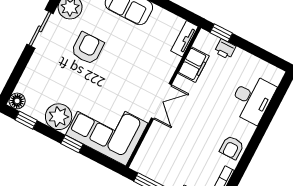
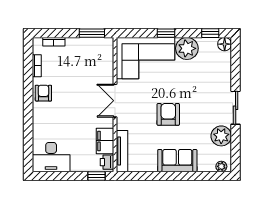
tv unit: (184, 39) -> (122, 151), width x1.41
armchair: (87, 48) -> (168, 114), moved, turned 180
printer: (225, 49) -> (107, 162), moved, turned -90
desk: (252, 99) -> (51, 157), moved, turned -90

